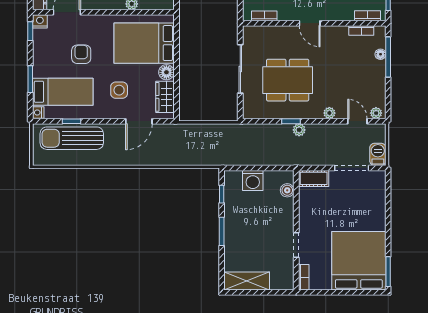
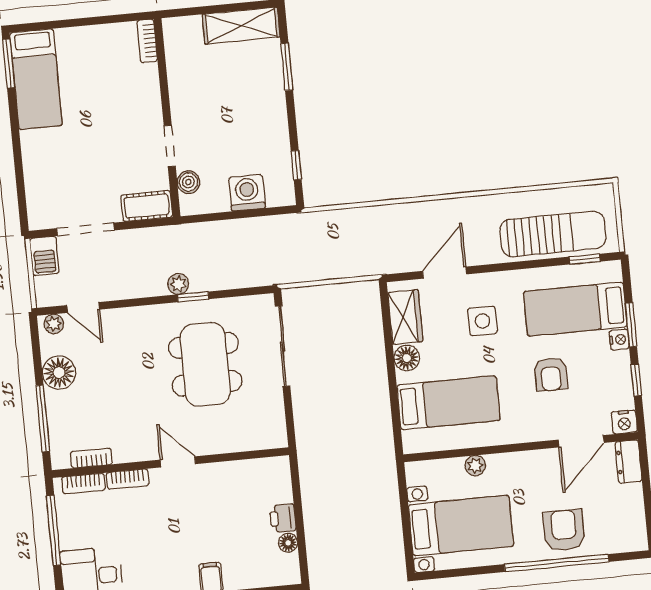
bookcase: (264, 16) -> (128, 479), moved
window: (30, 31) -> (636, 380), moved
bed: (144, 43) -> (448, 403), width x0.67
floor lamp: (380, 54) -> (59, 373), moved, width x1.89, depth x1.89
sliding door: (240, 69) -> (283, 346), moved
dining table: (288, 80) -> (205, 364), turned 90
nightstand: (38, 113) -> (619, 340), moved
plant: (329, 113) -> (131, 317), removed
window: (71, 121) -> (585, 259), moved
window: (222, 231) -> (287, 67), moved
doorway: (296, 245) -> (170, 146), moved
bed: (359, 261) -> (36, 79), width x0.49

